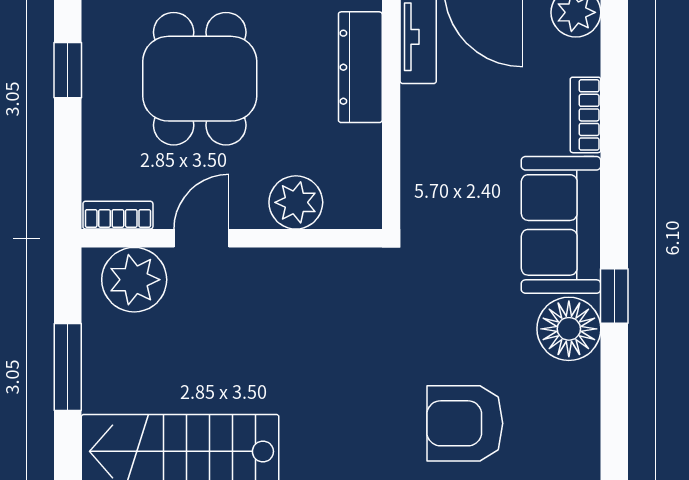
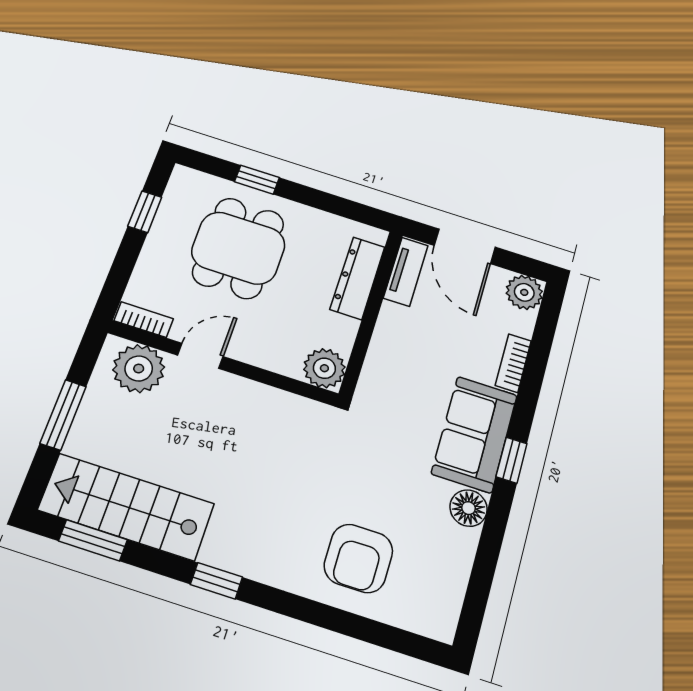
plant: (296, 202) -> (324, 368), moved
window: (614, 296) -> (512, 460), moved
floor lamp: (569, 329) -> (469, 508), width x0.73, depth x0.73
armchair: (465, 423) -> (358, 558), turned -90

